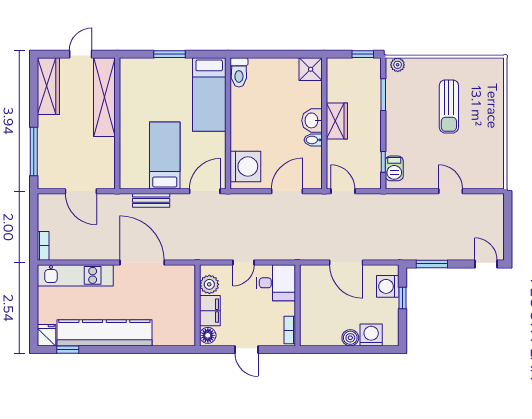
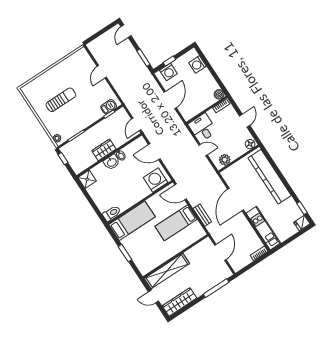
filing cabinet: (210, 311) -> (237, 151), removed
kitchen counter: (104, 333) -> (270, 177), moved
boiler: (350, 338) -> (219, 94), moved

